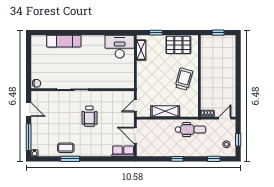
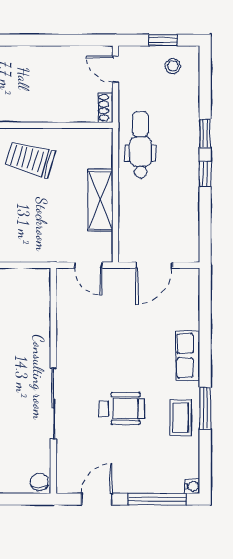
wheelchair: (89, 116) -> (122, 408), moved
row of seats: (123, 151) -> (188, 356), moved
window: (214, 159) -> (205, 133), moved

